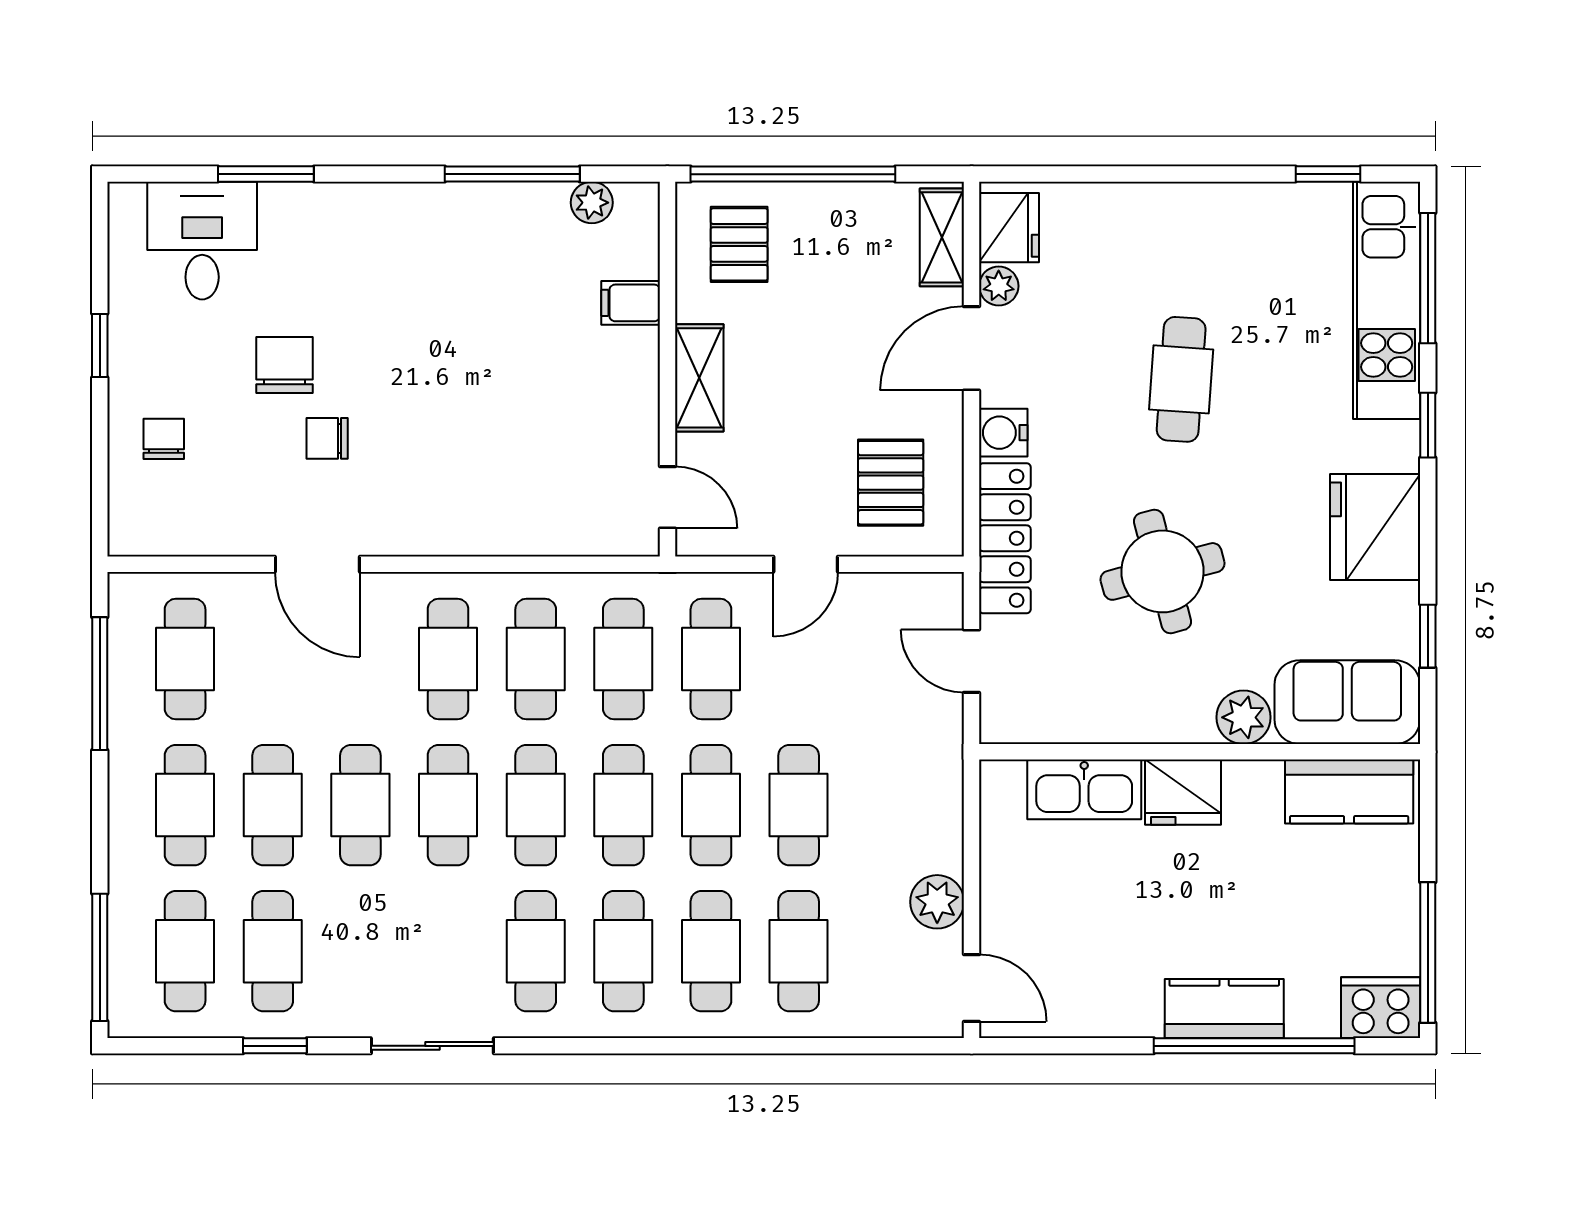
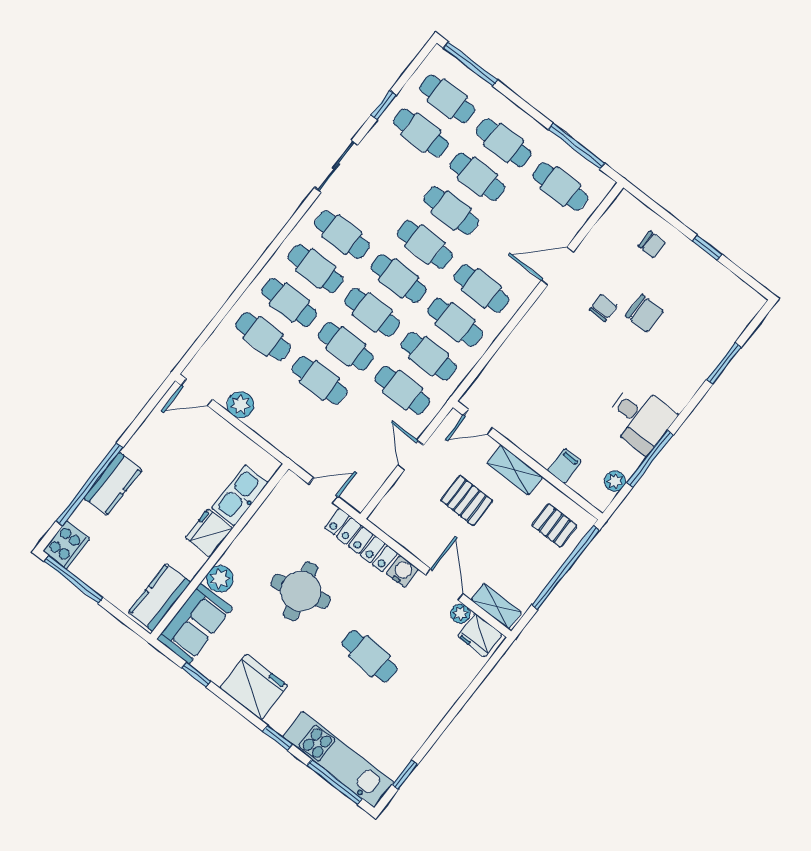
desk: (202, 241) -> (640, 418), moved
pallet: (891, 483) -> (467, 500), moved

